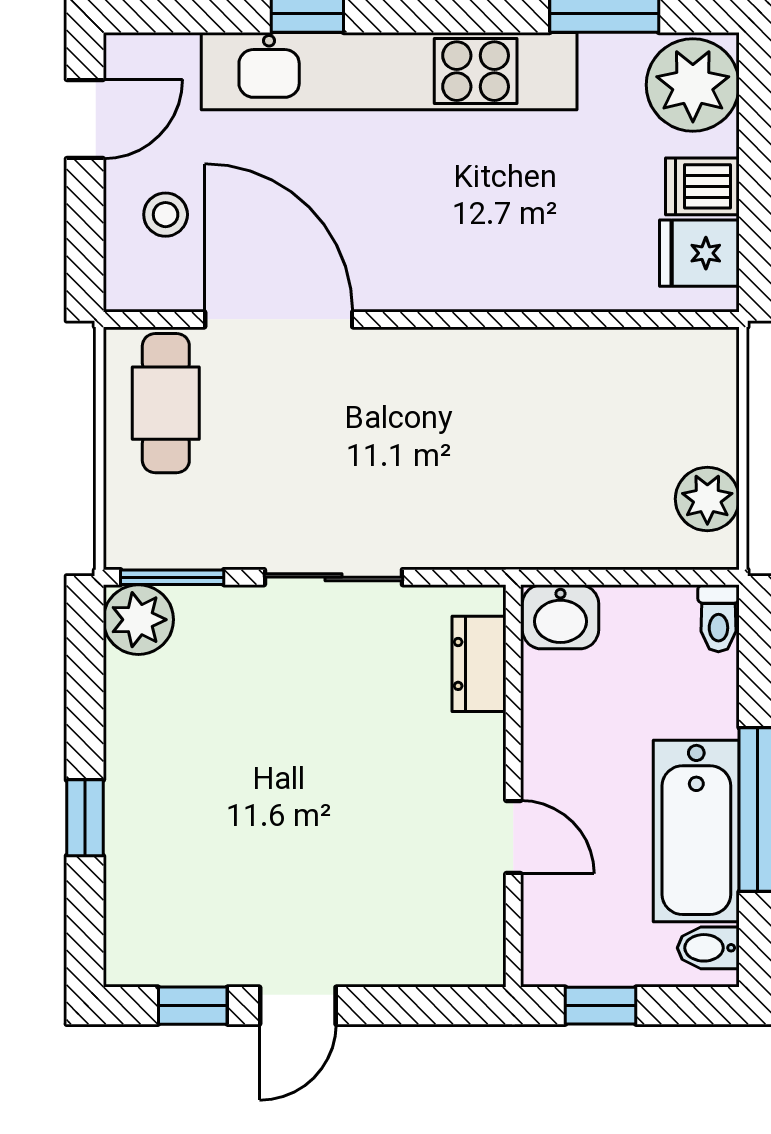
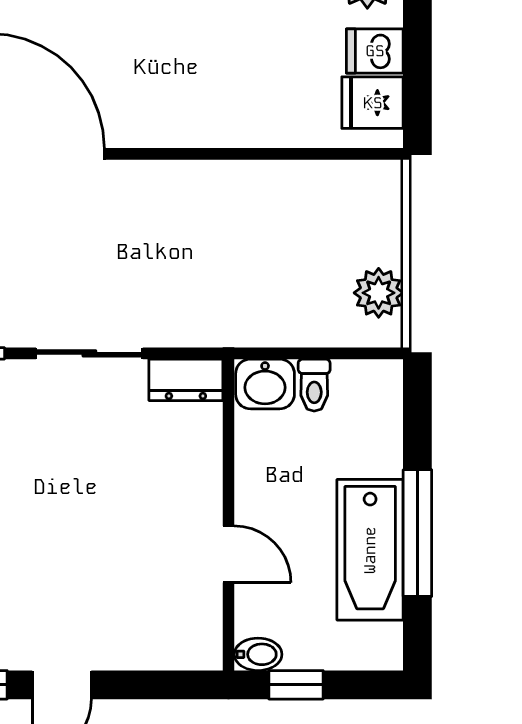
toilet: (718, 618) -> (314, 385), moved
dresser: (479, 664) -> (186, 380), moved, turned -90
bidet: (708, 948) -> (258, 654), moved, turned 180

